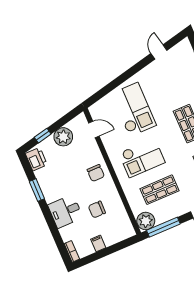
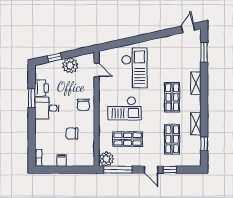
door: (159, 52) -> (188, 28), moved
printer: (36, 159) -> (42, 88), moved
desk: (65, 211) -> (47, 108), moved

